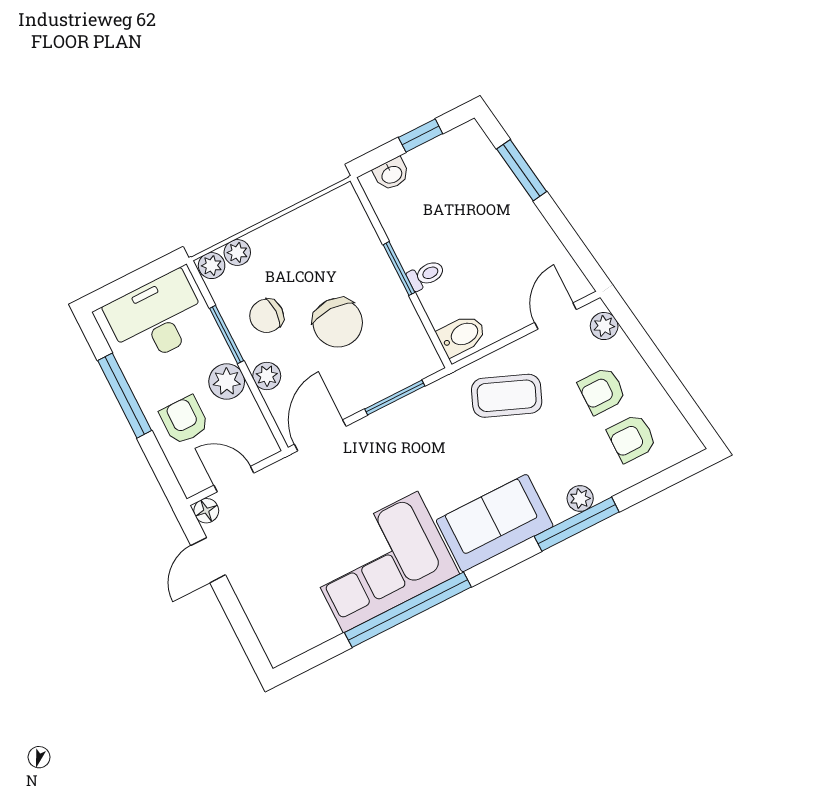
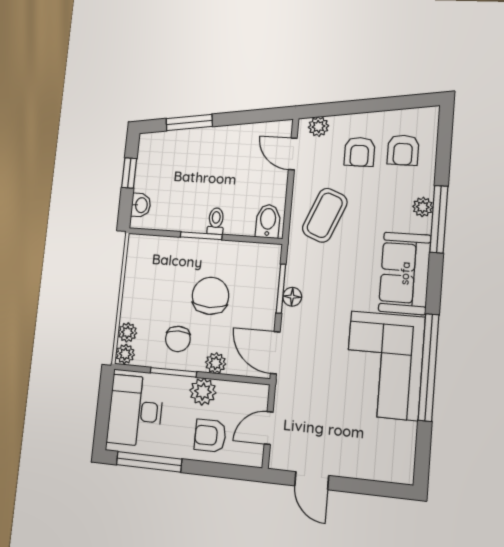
chair: (338, 323) -> (210, 296), turned -90
window: (125, 396) -> (149, 462), moved
floor lamp: (206, 511) -> (292, 297), moved

